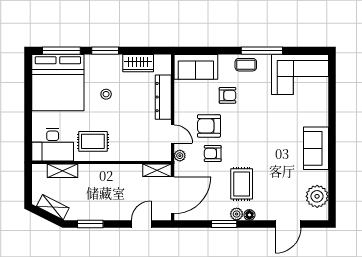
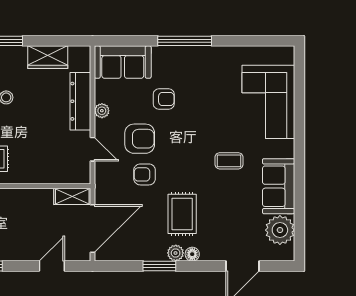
window: (262, 51) -> (185, 41), moved
coffee table: (246, 65) -> (229, 161), moved
corner sofa: (300, 74) -> (268, 102), moved, turned 90
armchair: (209, 126) -> (140, 139), turned 180
sofa: (316, 148) -> (279, 186), moved
plant: (180, 156) -> (102, 111), moved

